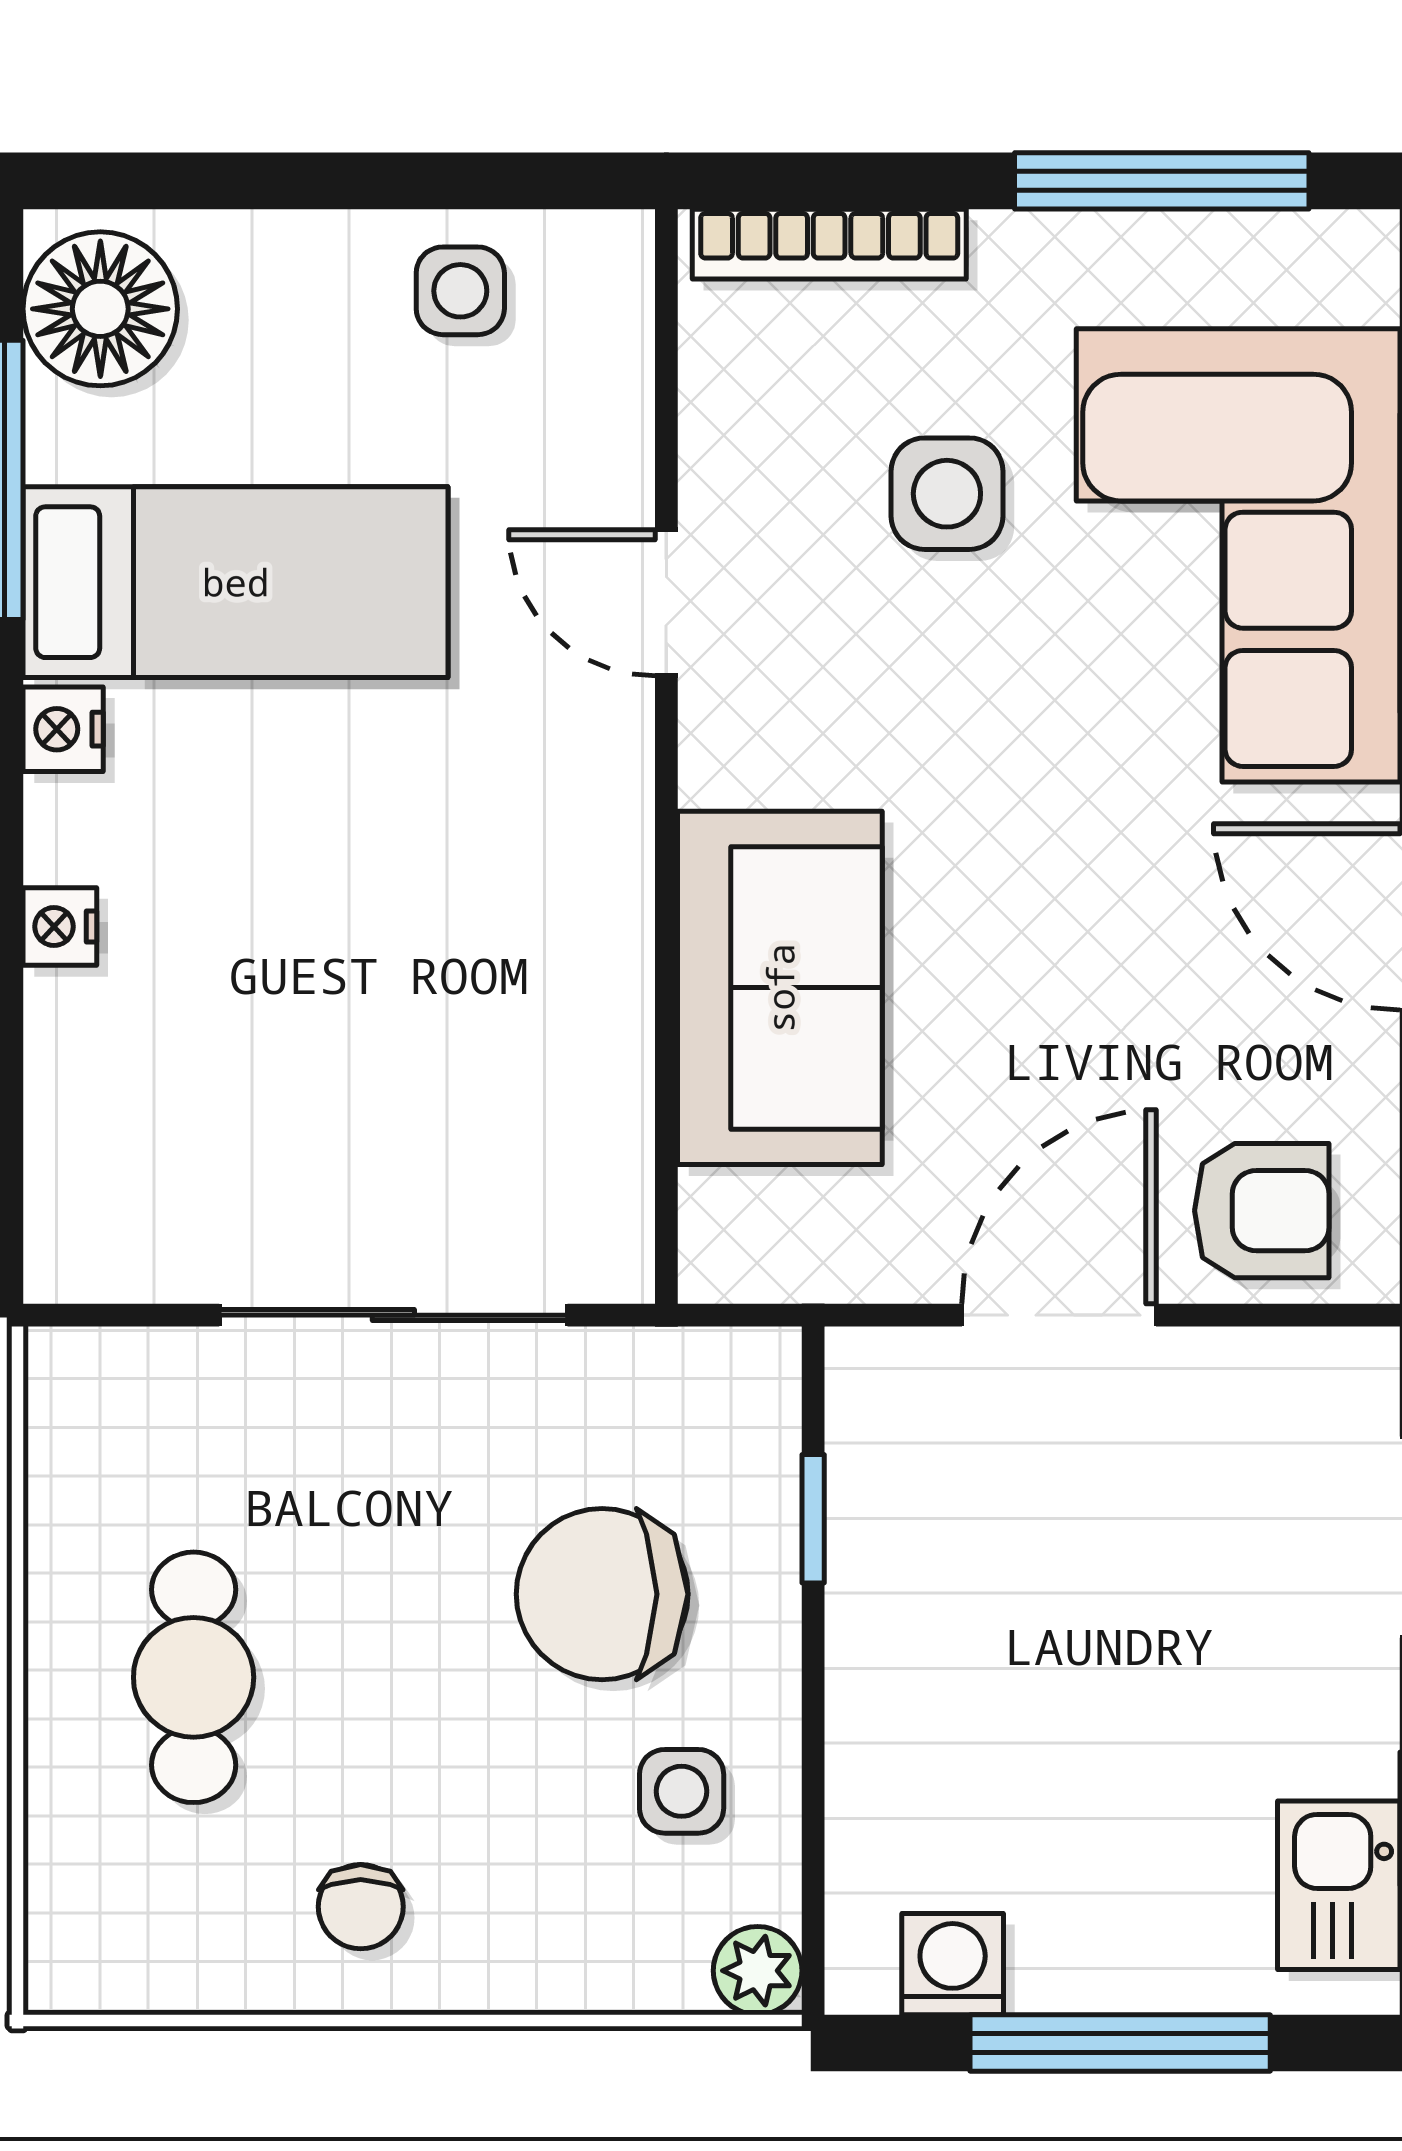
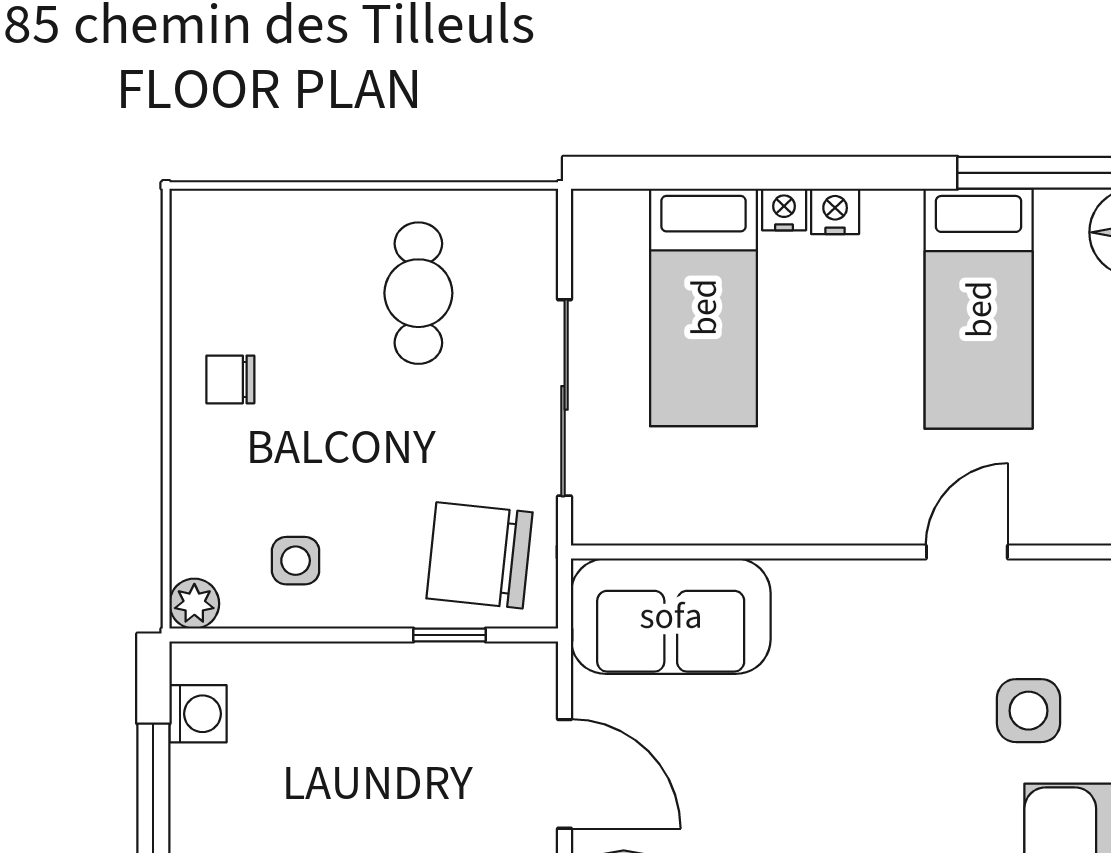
nightstand: (63, 729) -> (835, 211), moved
sofa: (780, 988) -> (671, 616), moved
bed: (233, 1069) -> (704, 307), added
chair: (602, 1594) -> (479, 555), moved, turned -84
cafe table: (194, 1677) -> (418, 293), moved, turned 90

